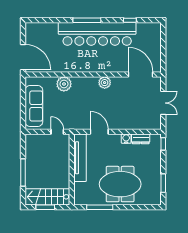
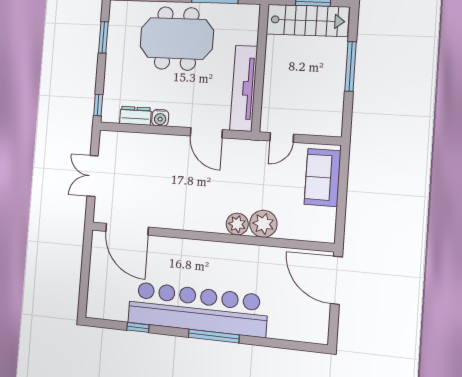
plant: (105, 83) -> (237, 224), moved
sofa: (34, 106) -> (323, 178), width x0.73
door: (57, 132) -> (282, 137), hinge flipped

